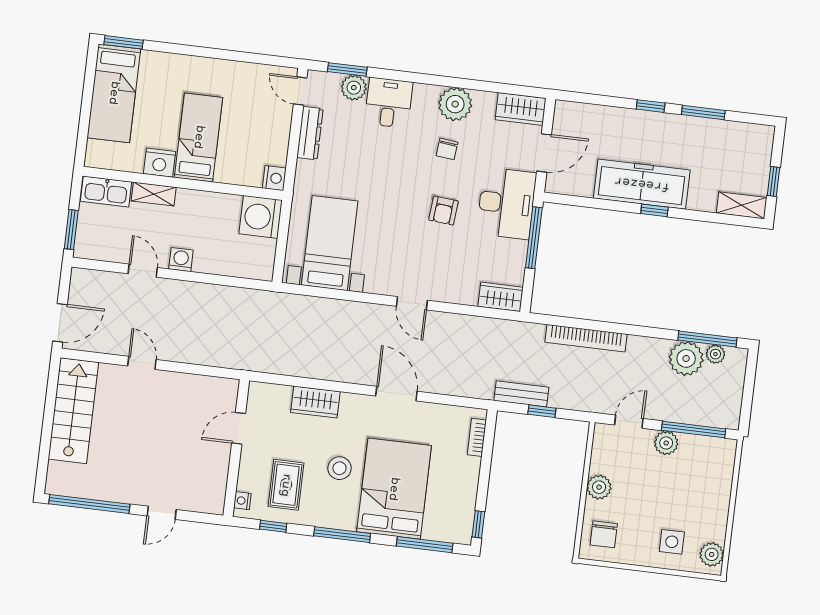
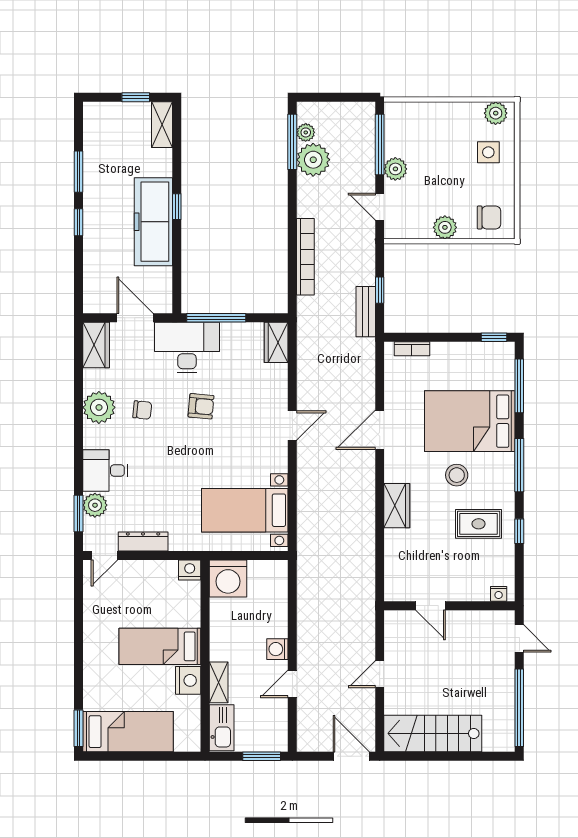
door: (239, 428) -> (431, 606), moved
wall: (236, 448) -> (449, 606), moved
nightstand: (242, 501) -> (499, 594), moved

